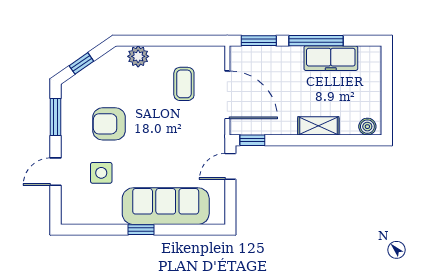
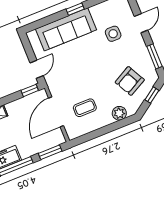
coffee table: (184, 84) -> (85, 108), turned 90
door: (227, 95) -> (56, 112), hinge flipped
armchair: (109, 124) -> (130, 81), moved, turned 152

